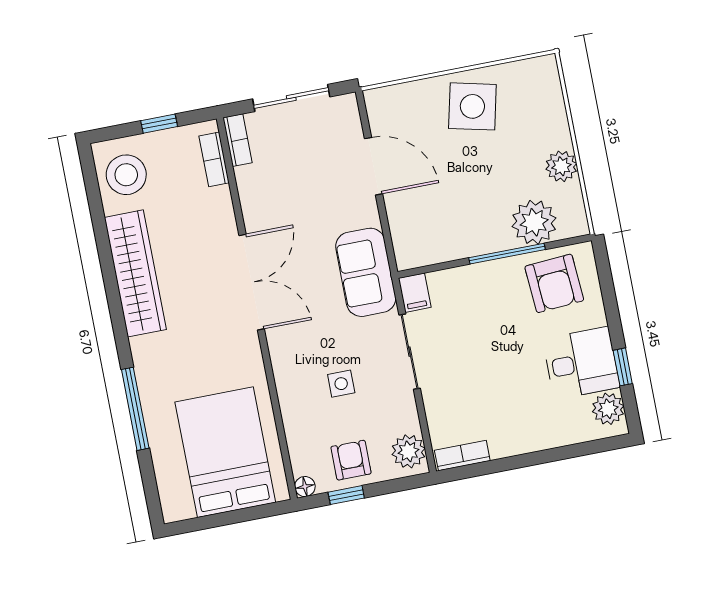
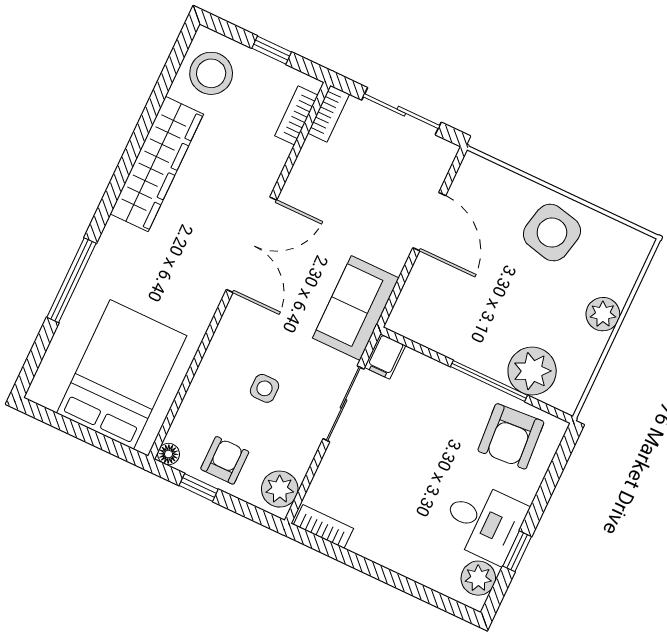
plant: (561, 166) -> (603, 314), moved

